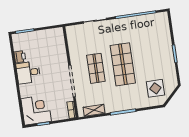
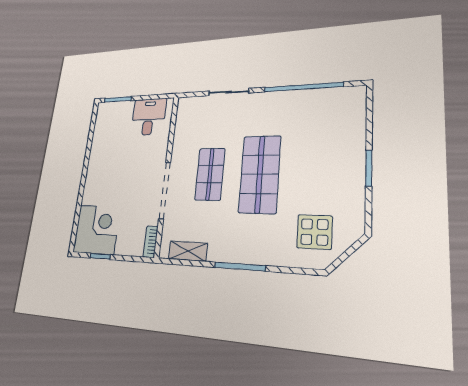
printer: (20, 57) -> (99, 138), removed
desk: (28, 72) -> (149, 117), moved, turned 90

